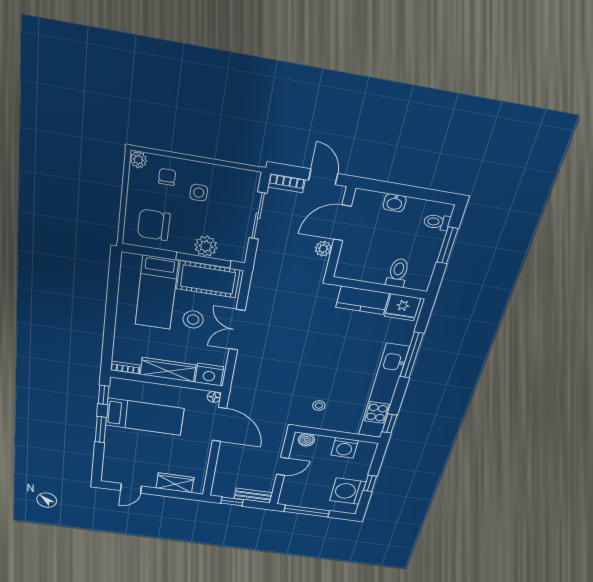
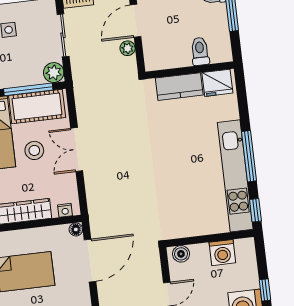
plant: (206, 246) -> (54, 73), moved
window: (412, 355) -> (249, 156), moved
nightstand: (209, 375) -> (65, 210), width x0.53, depth x0.56
stool: (319, 406) -> (179, 210), removed
door: (219, 425) -> (90, 261), hinge flipped

